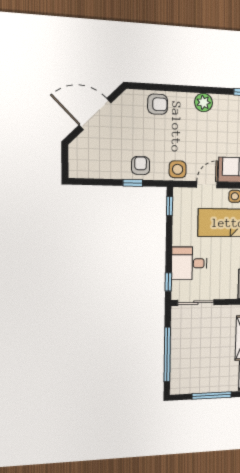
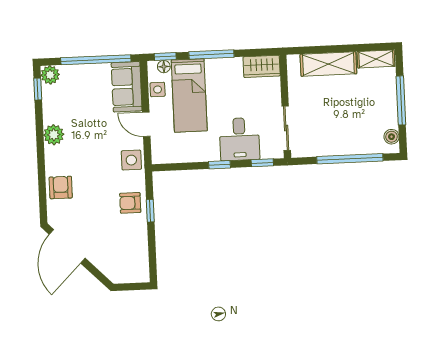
door: (95, 114) -> (67, 246), moved
window: (170, 206) -> (220, 165), moved
boiler: (183, 388) -> (392, 137), added

